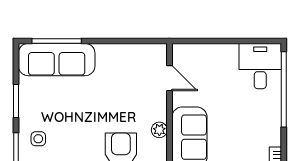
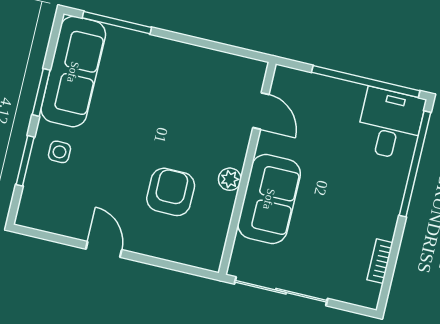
window: (237, 41) -> (366, 81), added
sofa: (57, 60) -> (73, 72), moved, turned -90

